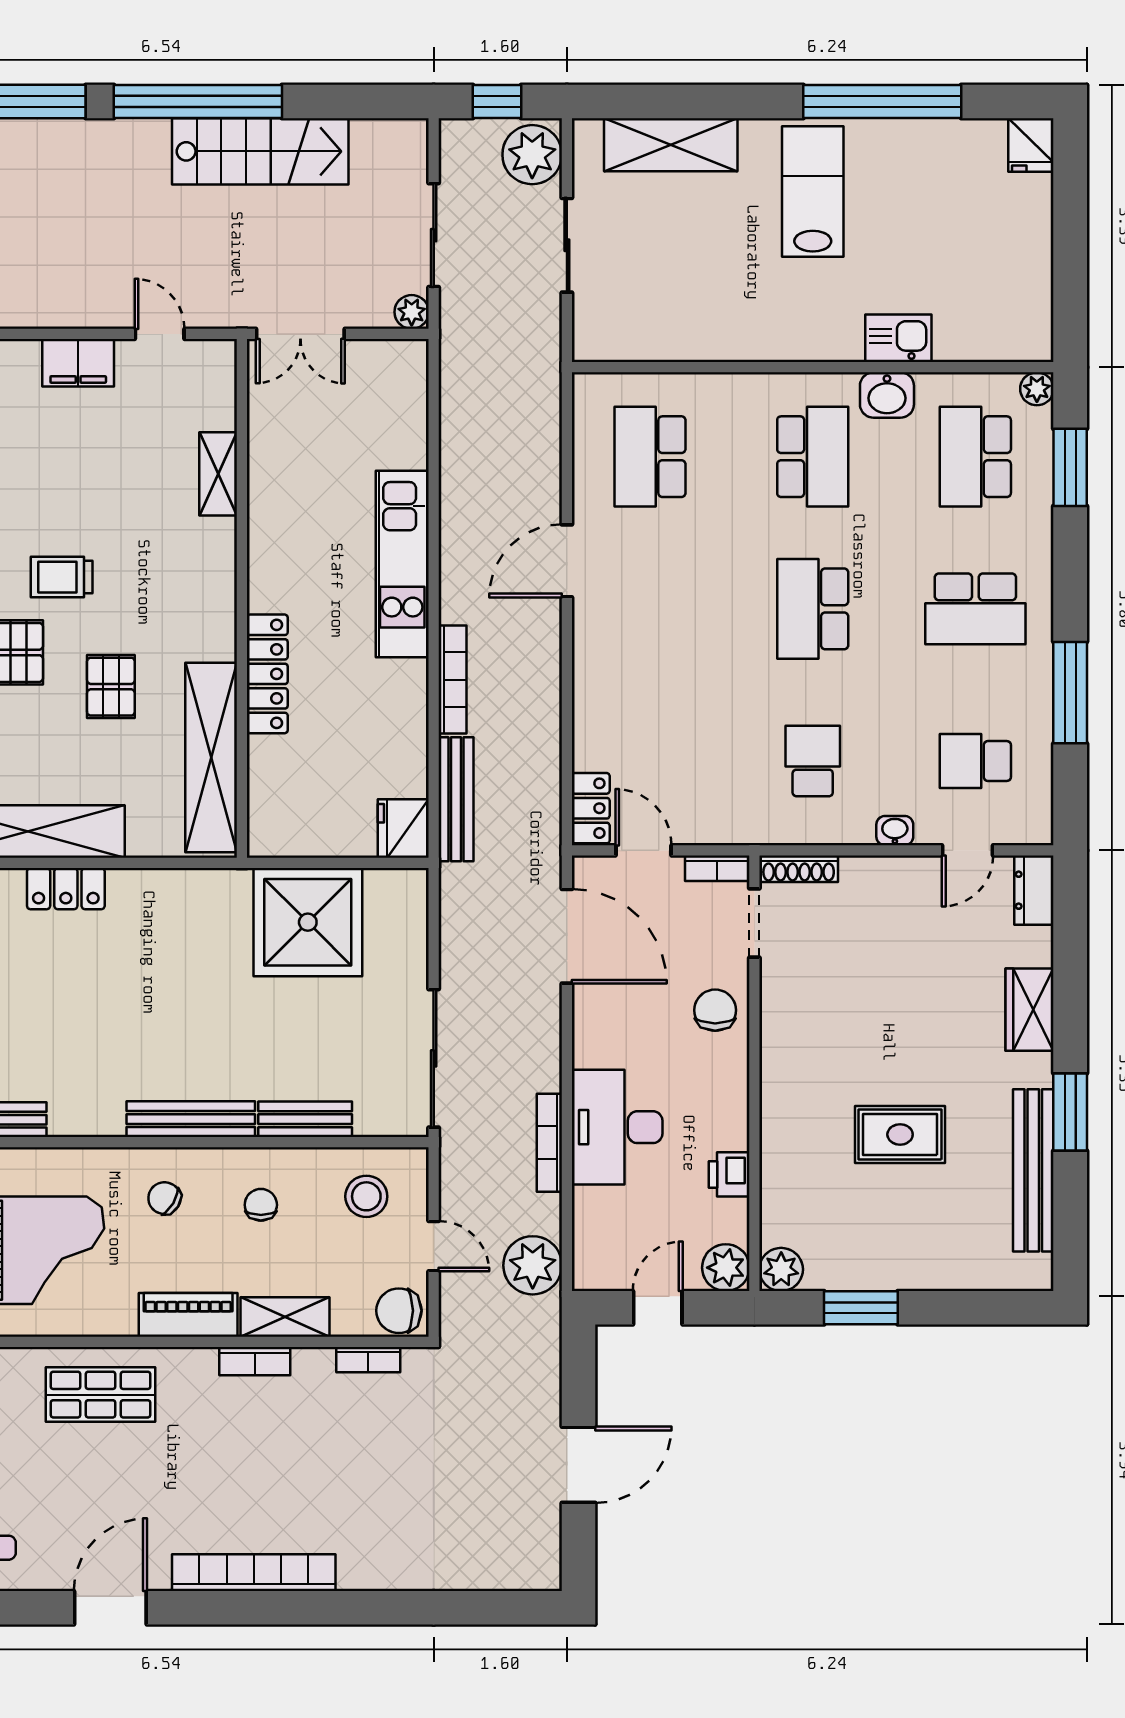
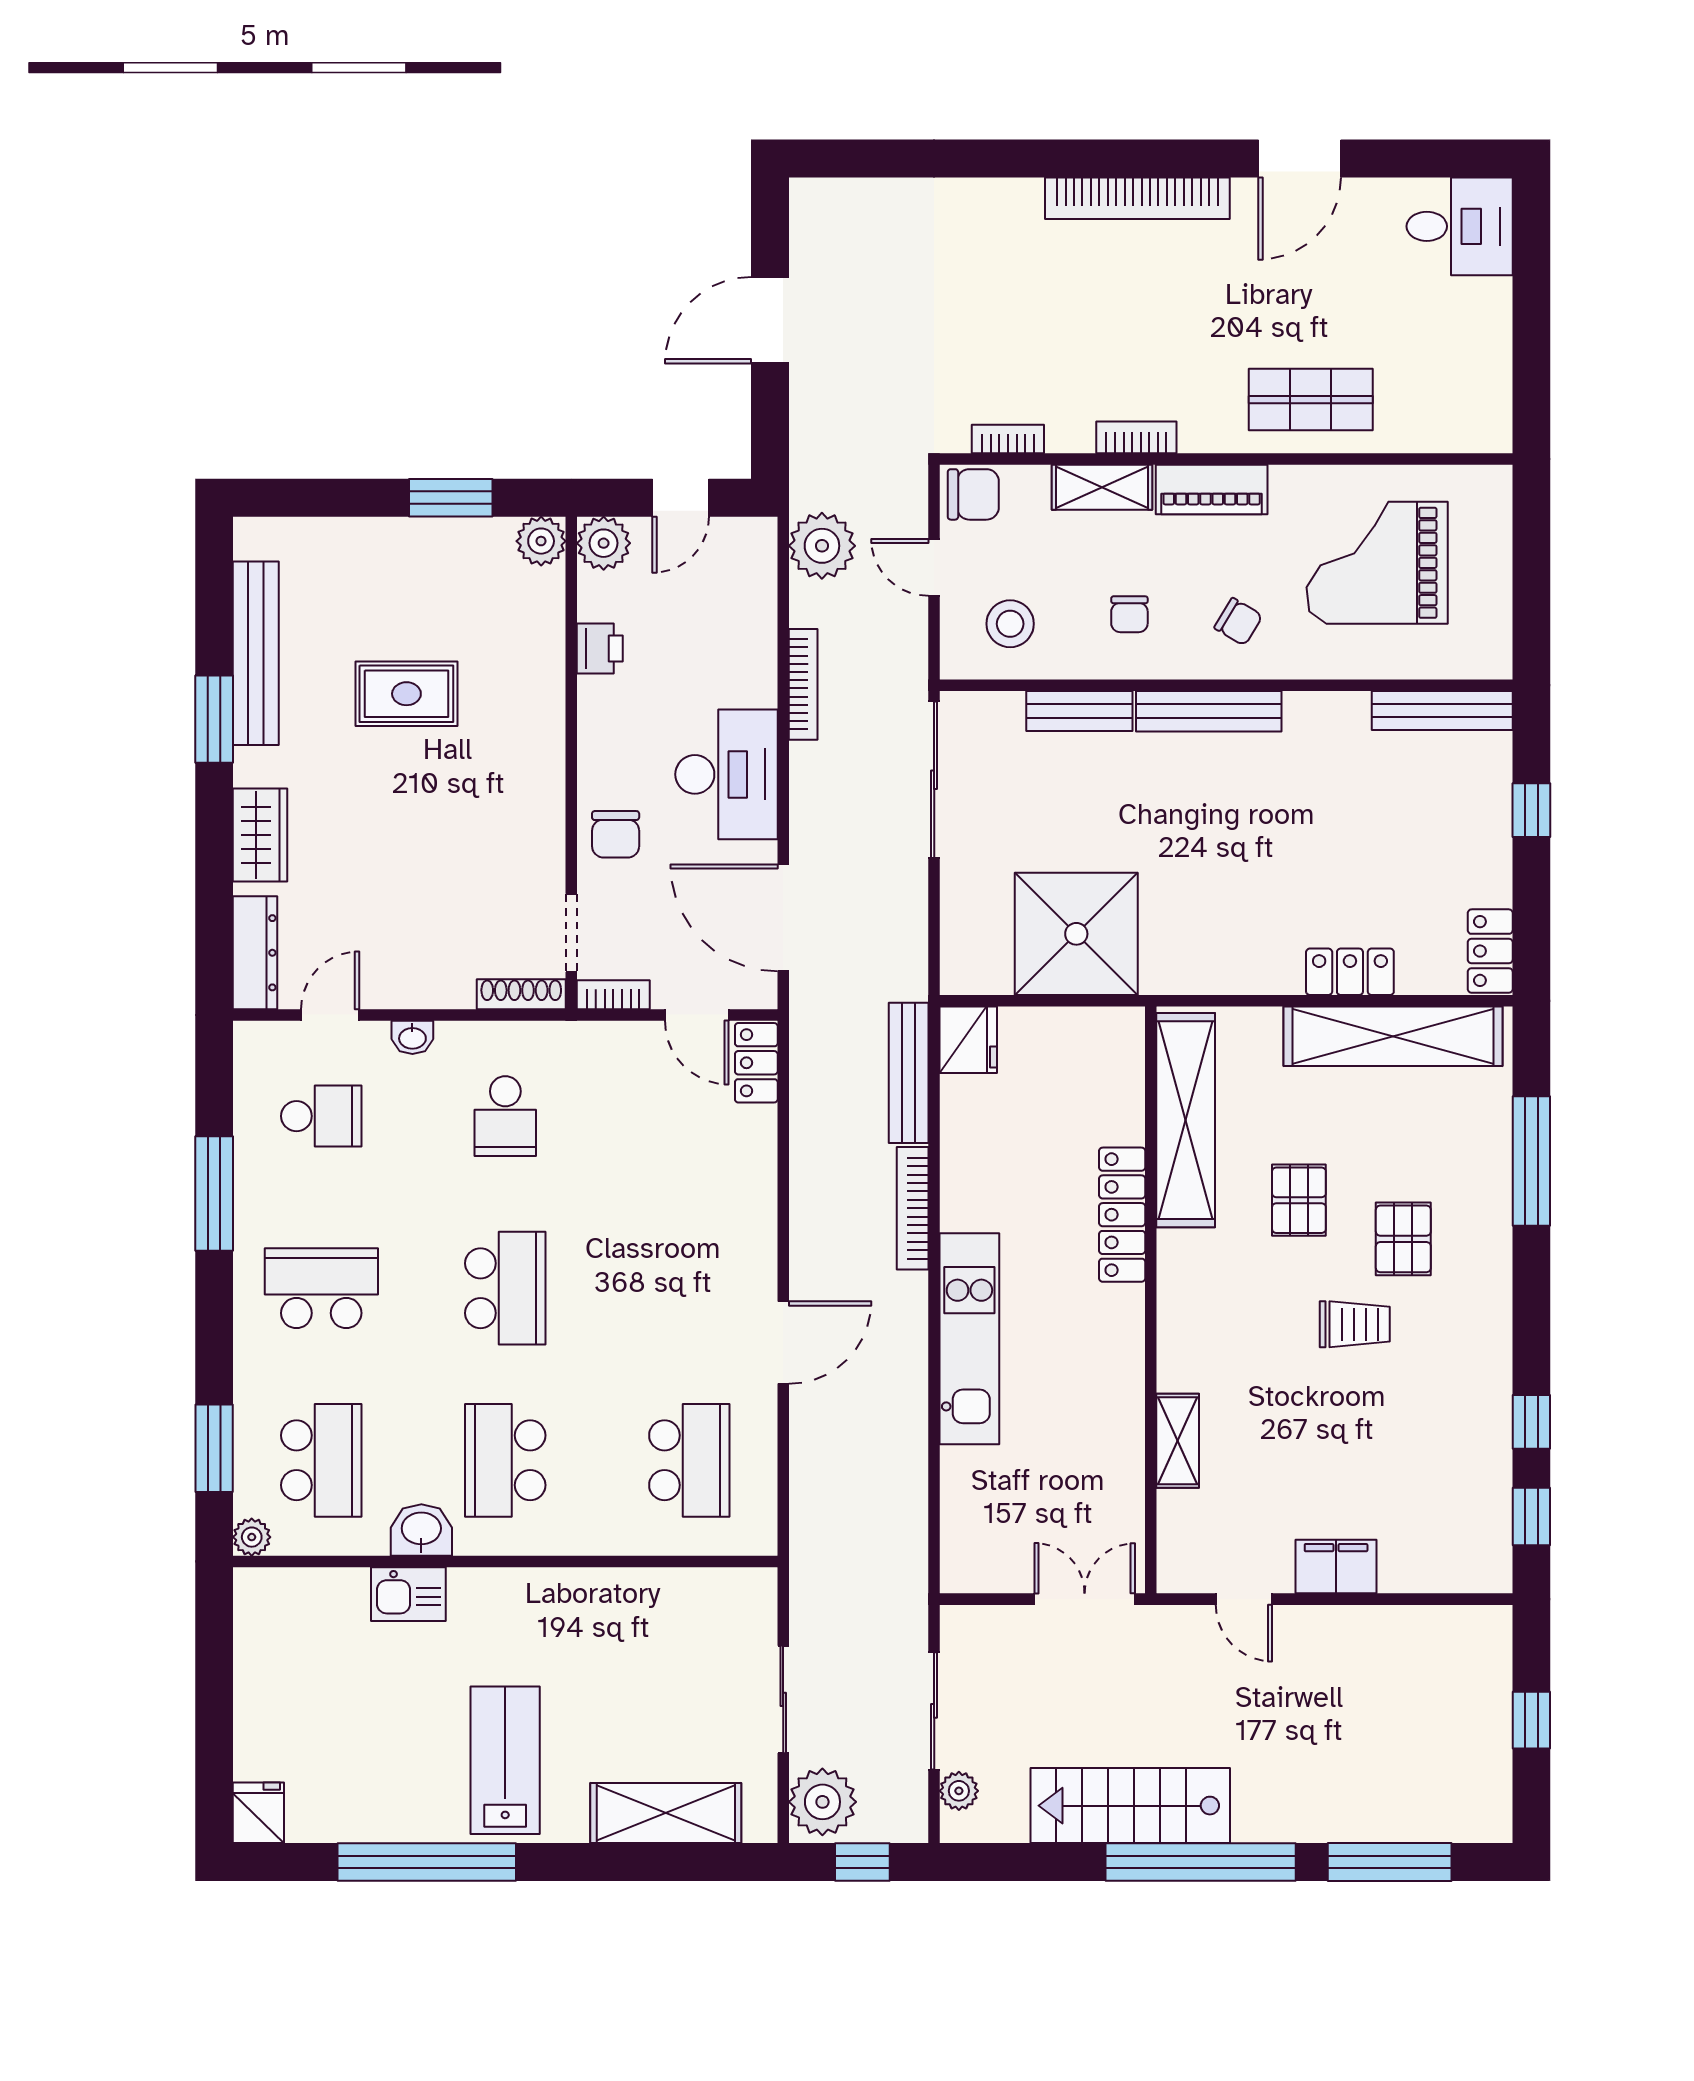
lab bench: (813, 191) -> (505, 1760), turned 180
plant: (412, 312) -> (959, 1791), moved
dresser: (1034, 890) -> (255, 953), width x1.44
desk: (617, 1127) -> (727, 774), moved

